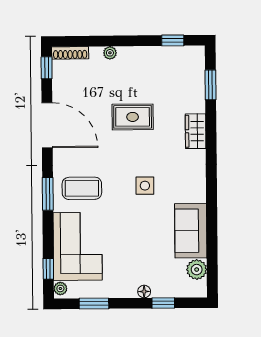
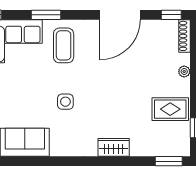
window: (211, 85) -> (169, 161), moved
rug: (133, 117) -> (170, 109), moved, turned 90
window: (48, 194) -> (46, 15), moved

